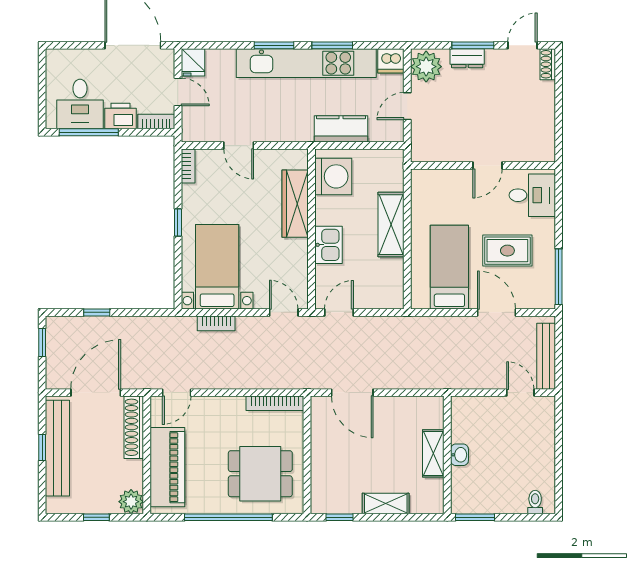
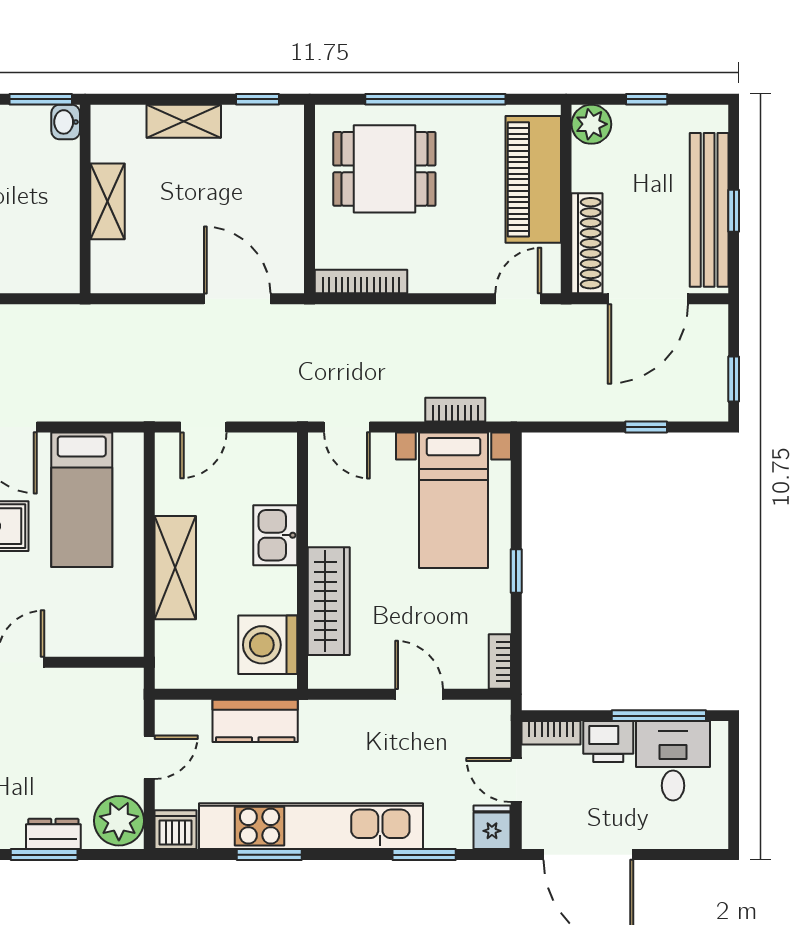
window: (274, 45) -> (424, 855), moved
door: (339, 312) -> (203, 427), moved
washbasin: (459, 455) -> (66, 122), moved

